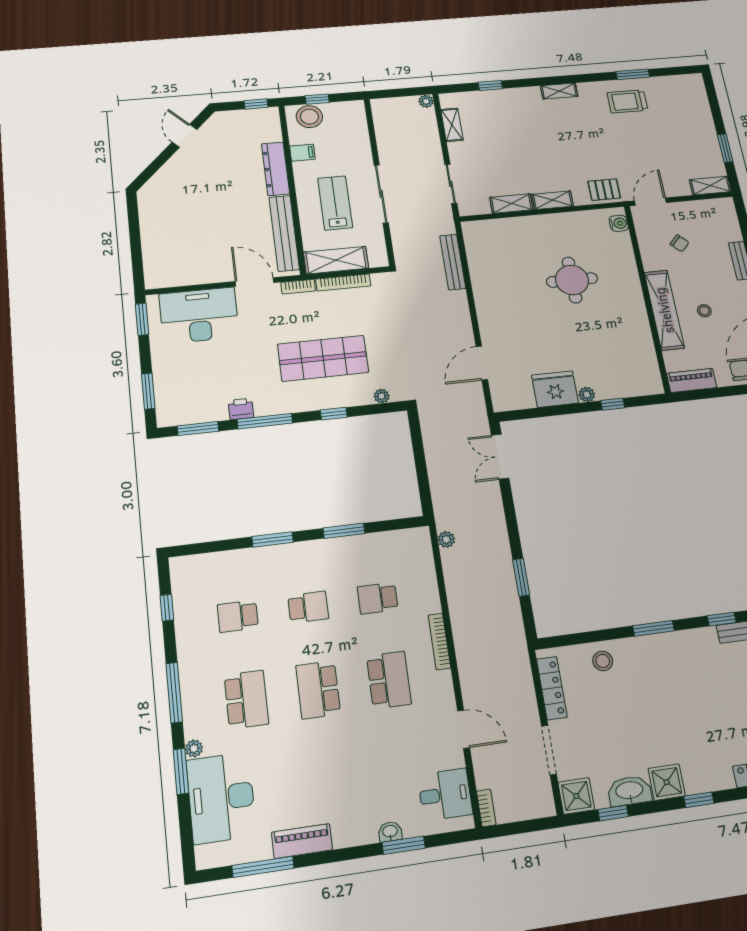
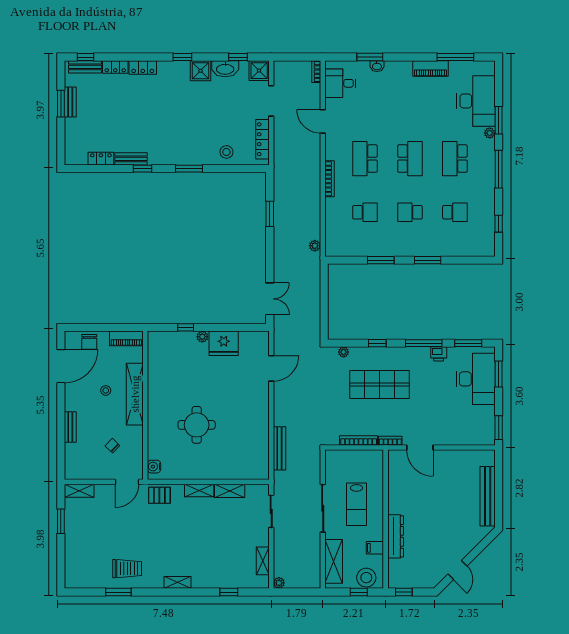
bench: (284, 233) -> (488, 496), moved
shelving: (336, 260) -> (334, 561), moved, turned 90
desk: (199, 315) -> (476, 379), moved, turned -90

